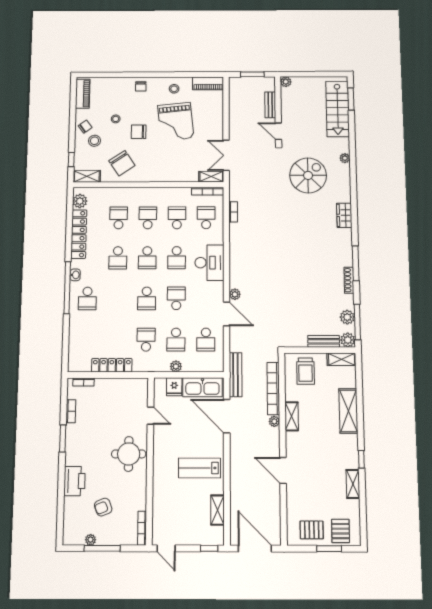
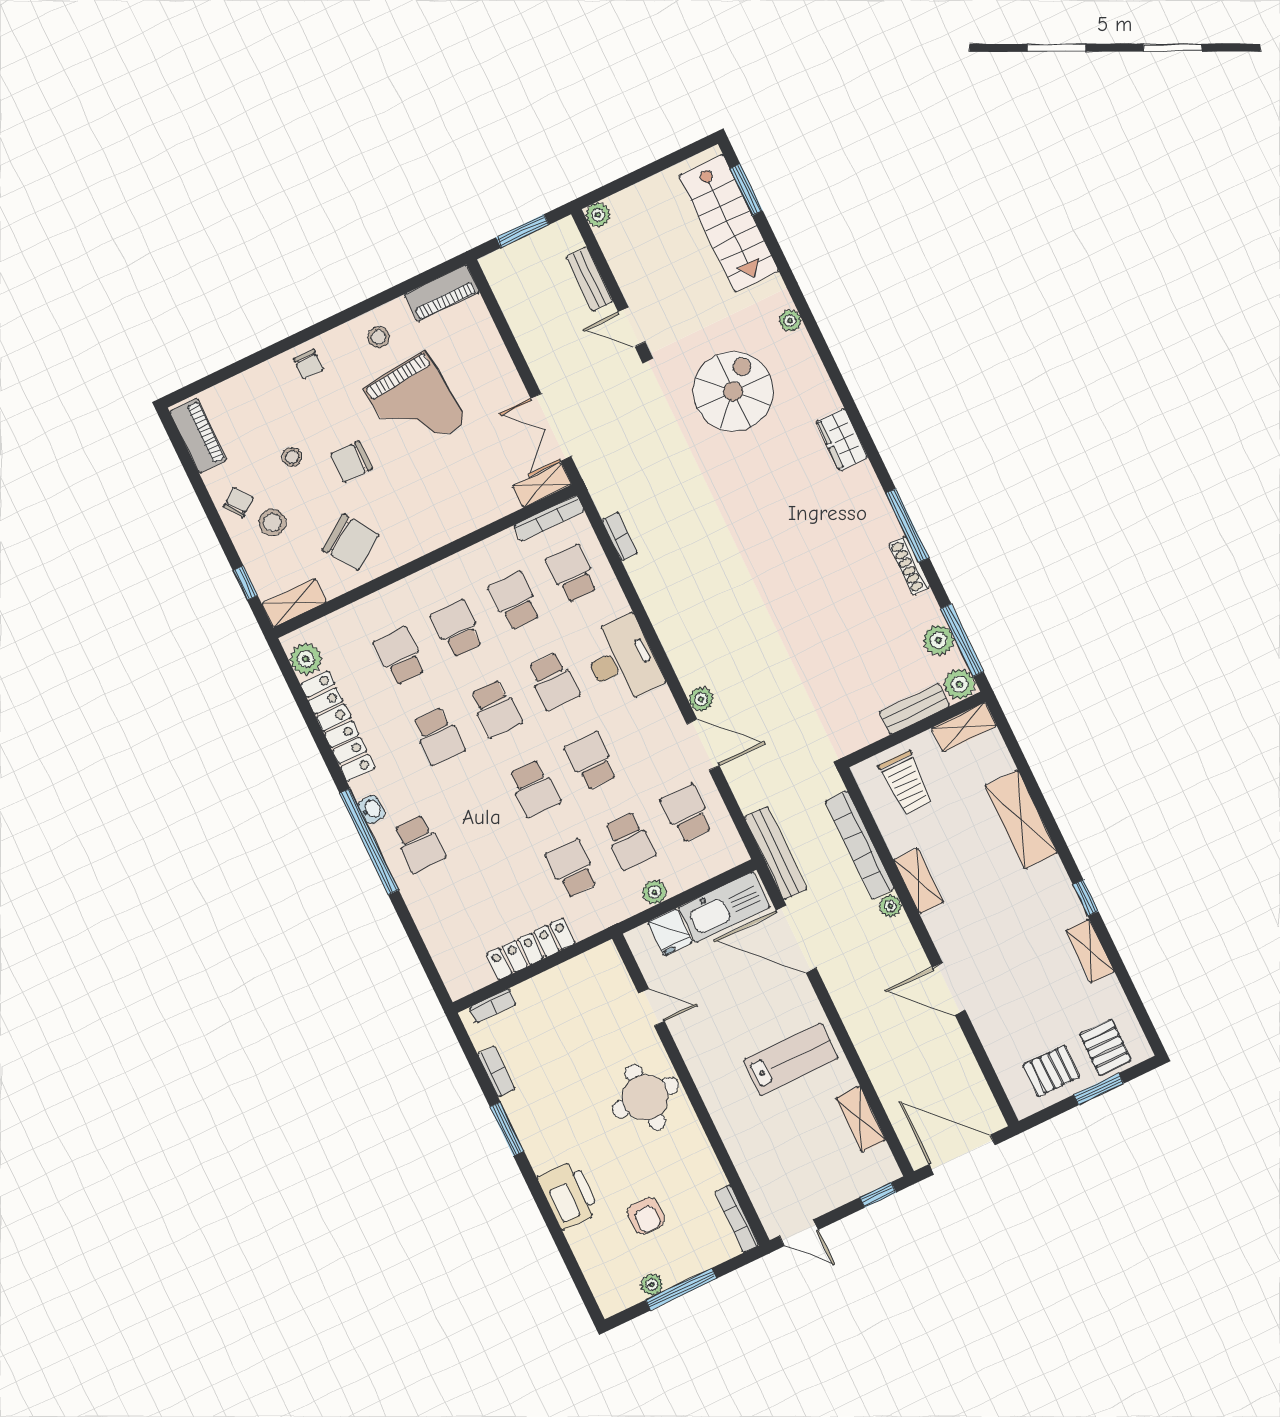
school desk: (206, 340) -> (687, 814), turned 180
lab bench: (199, 468) -> (791, 1059), turned 180
armchair: (103, 507) -> (646, 1216), turned -68

